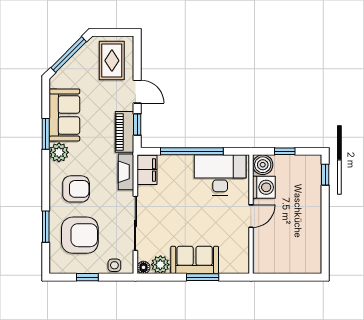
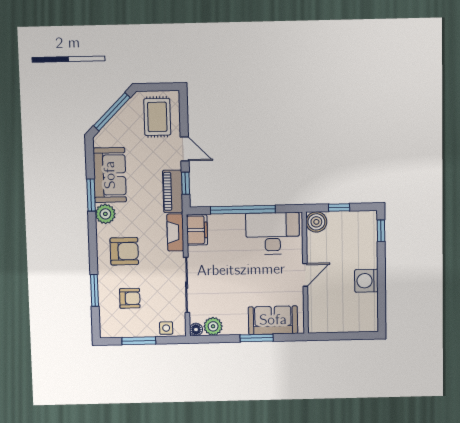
washing machine: (264, 187) -> (366, 281), moved, turned 180
armchair: (80, 235) -> (130, 298), width x0.53, depth x0.53
sofa: (195, 260) -> (273, 320), moved
window: (87, 277) -> (139, 341), width x1.50

